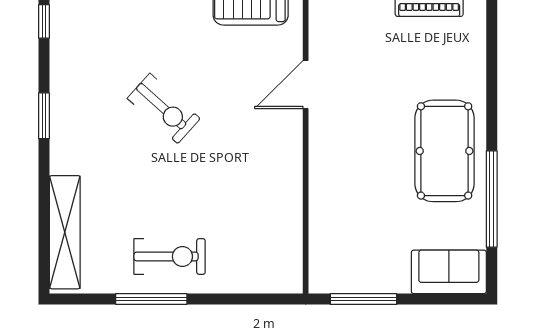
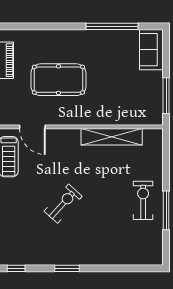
door: (306, 85) -> (32, 127), moved
pool table: (445, 151) -> (58, 80), moved
shelving: (65, 232) -> (112, 137), moved

